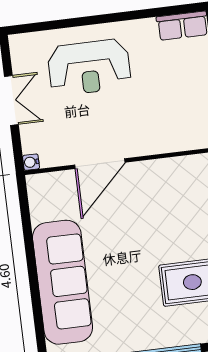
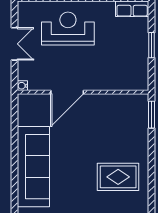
reception desk: (89, 67) -> (68, 28), turned 180

